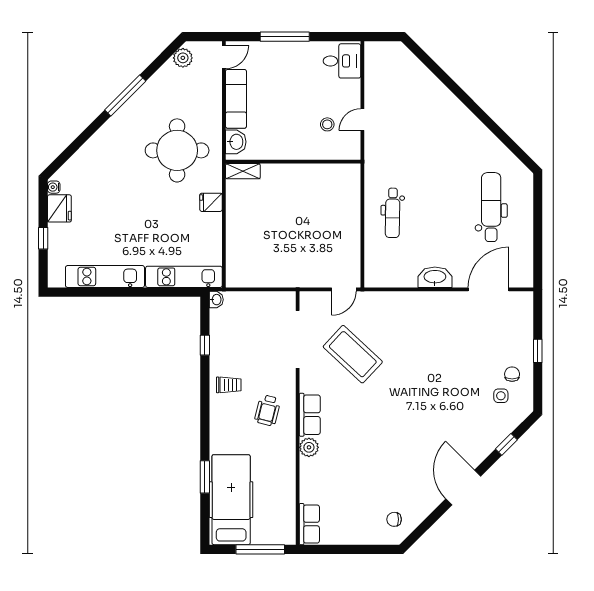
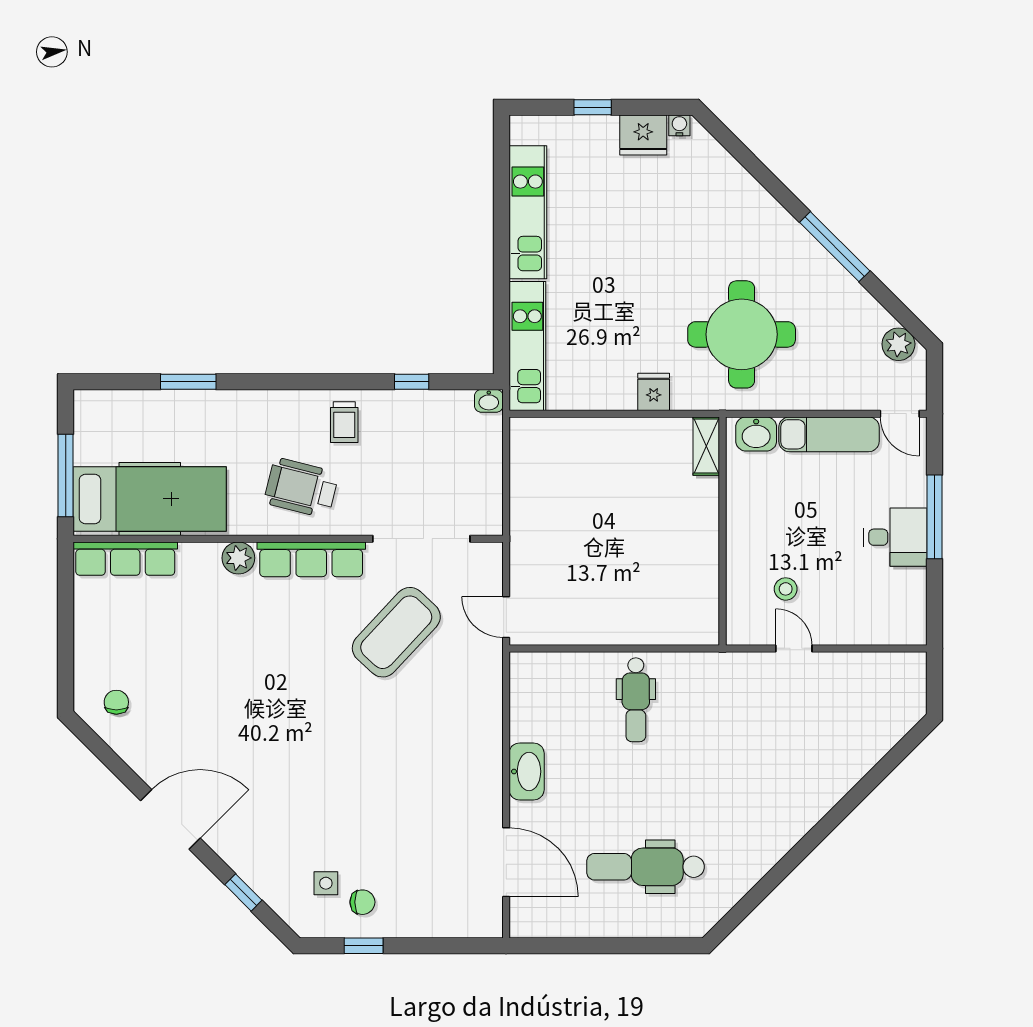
desk: (342, 61) -> (895, 537), moved, turned -90
dental chair: (491, 207) -> (646, 867), turned 180
dental chair: (393, 213) -> (636, 700), turned -91
window: (538, 351) -> (364, 946), moved
wheelchair: (268, 410) -> (301, 488), width x1.36, depth x1.37
row of seats: (310, 415) -> (311, 559), width x1.48
hospital bed: (231, 500) -> (150, 499), moved
row of seats: (309, 524) -> (125, 559), width x1.48

